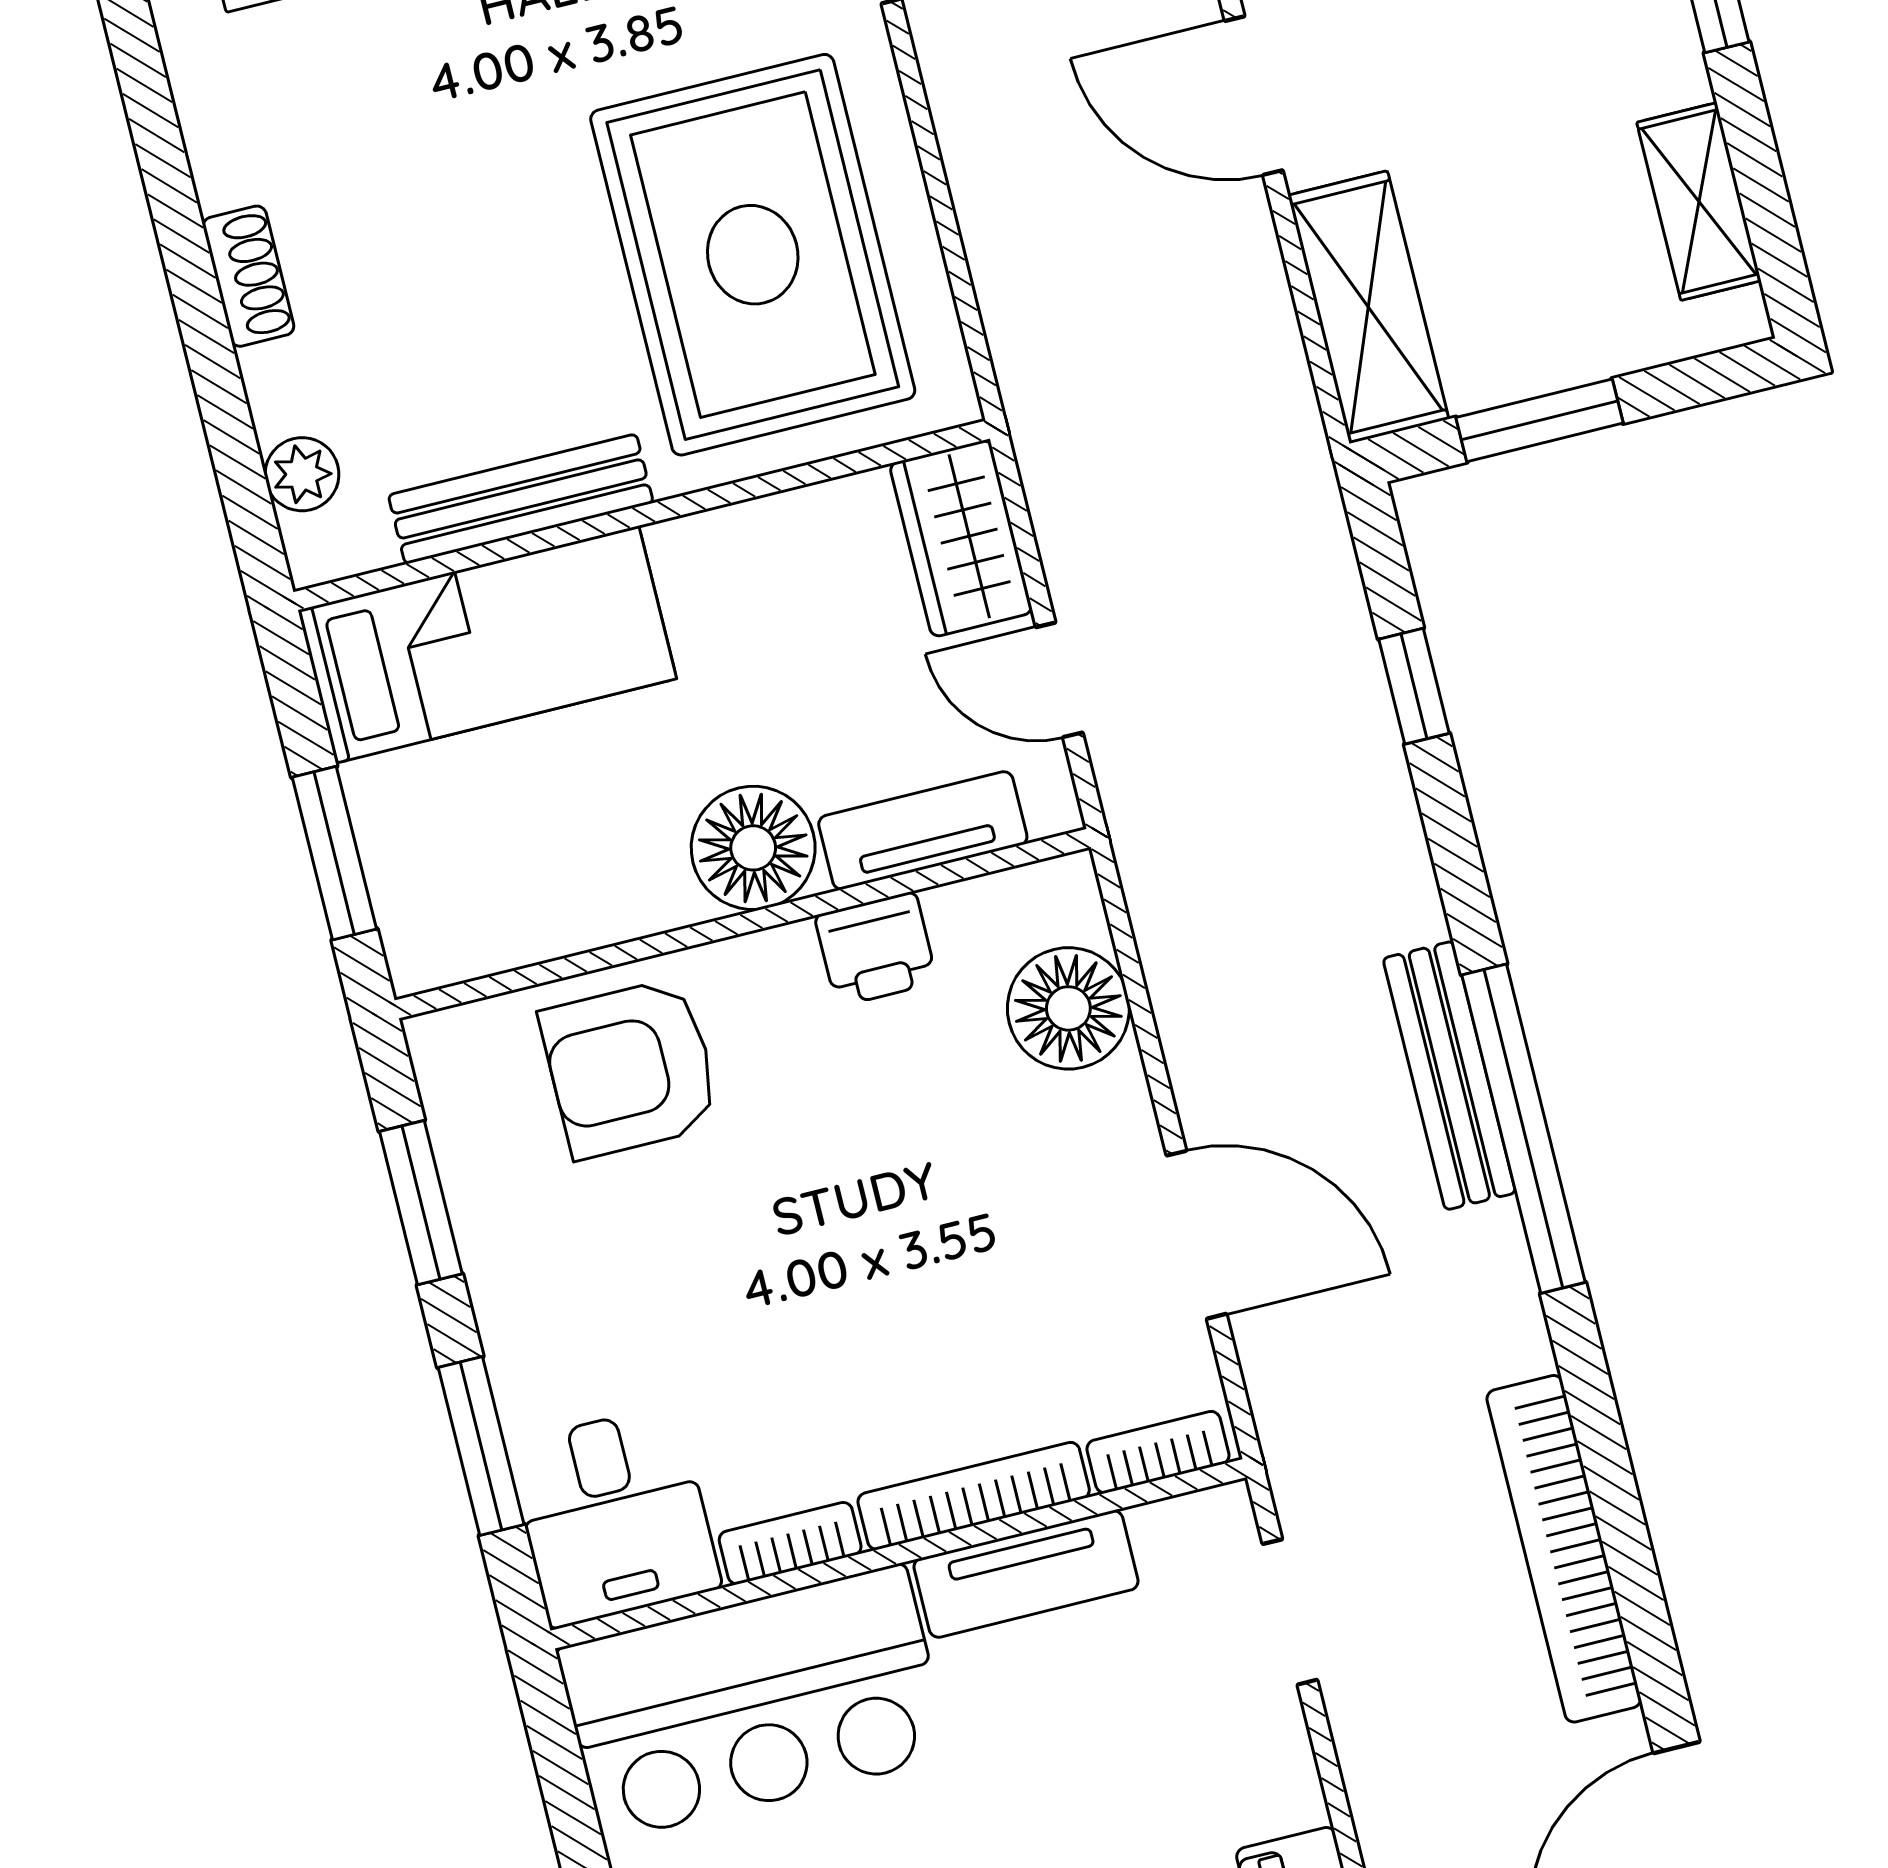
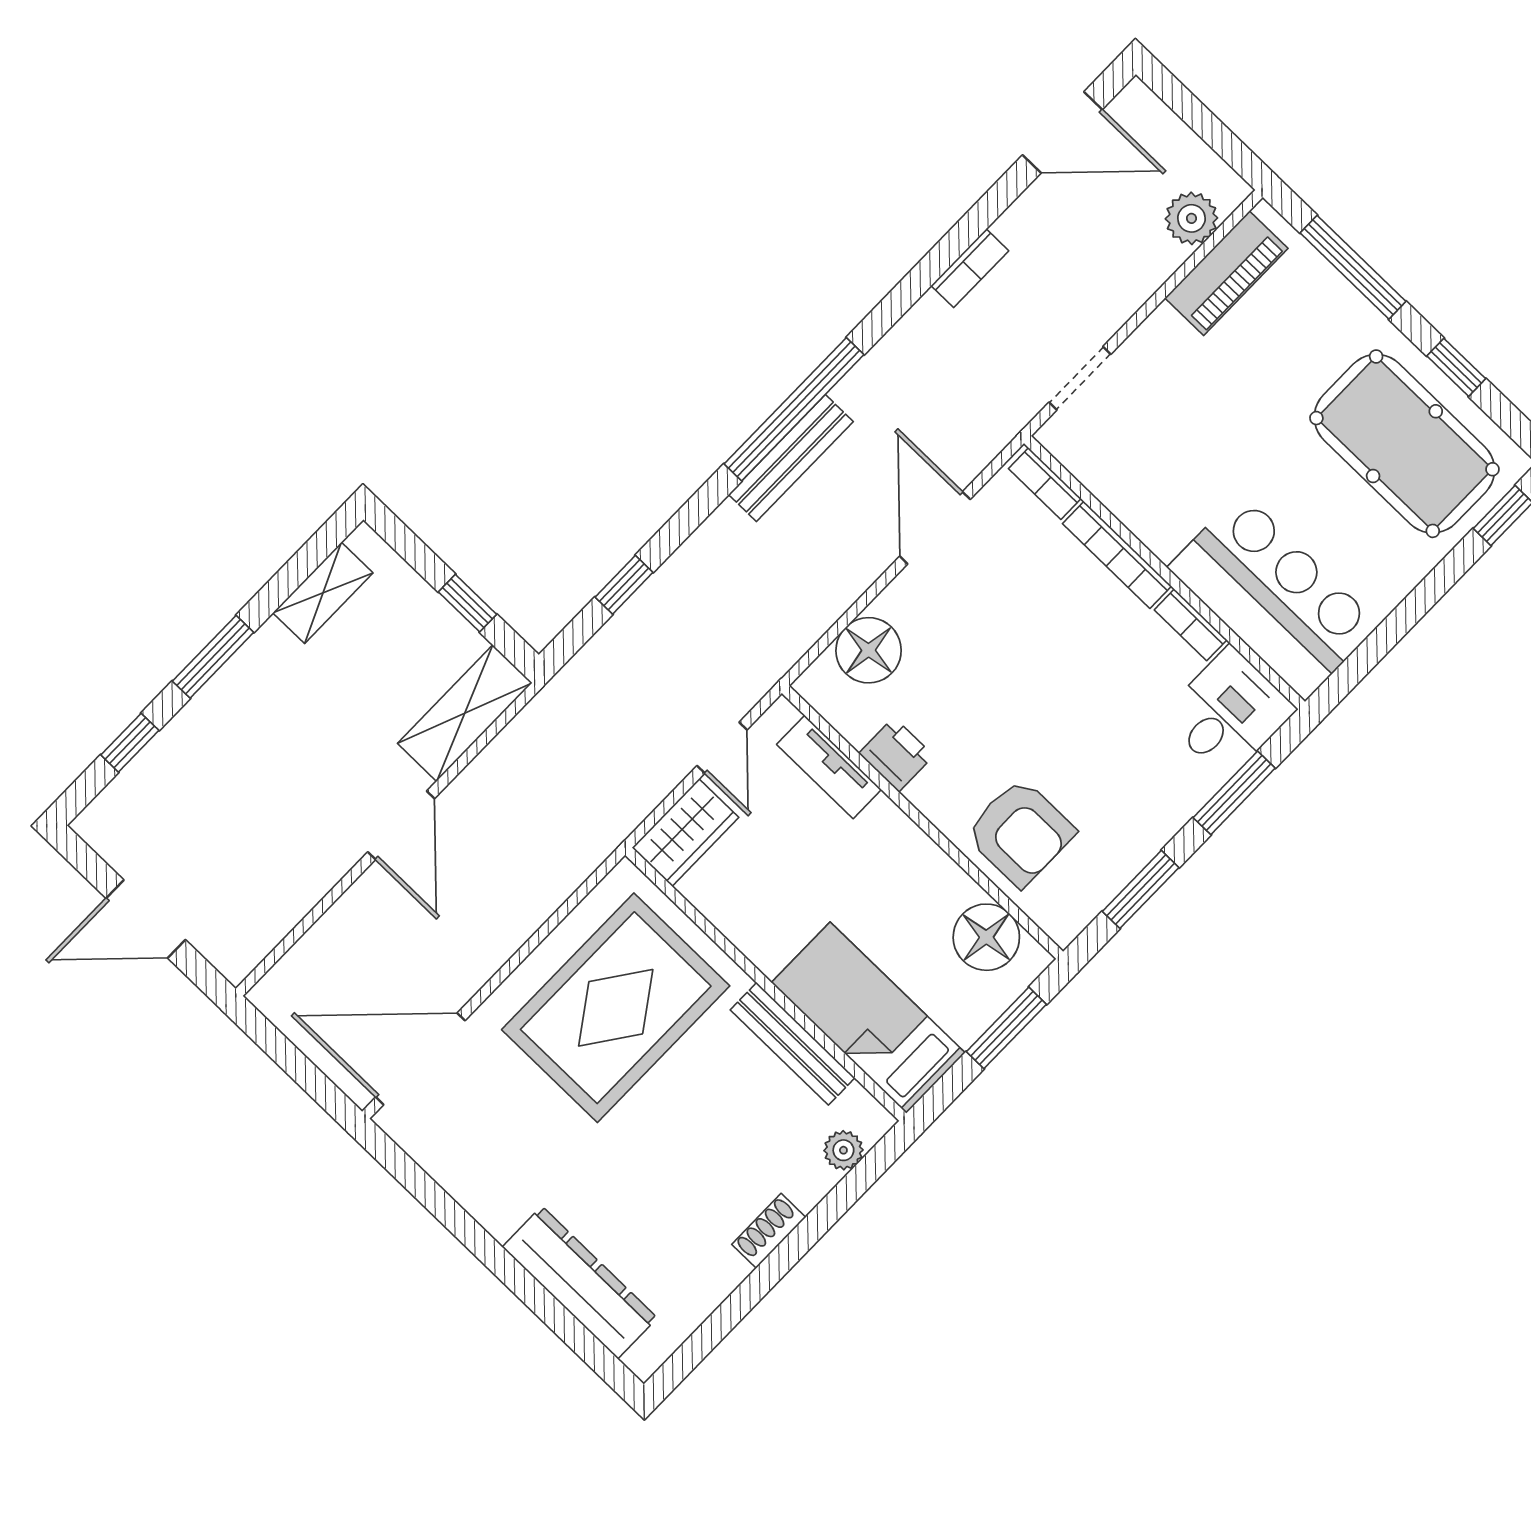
window: (1540, 420) -> (468, 603), width x0.67
floor lamp: (753, 848) -> (986, 937), moved
bookcase: (1564, 1549) -> (970, 268), width x0.43, depth x0.76
tv unit: (1026, 1574) -> (1138, 509), removed

